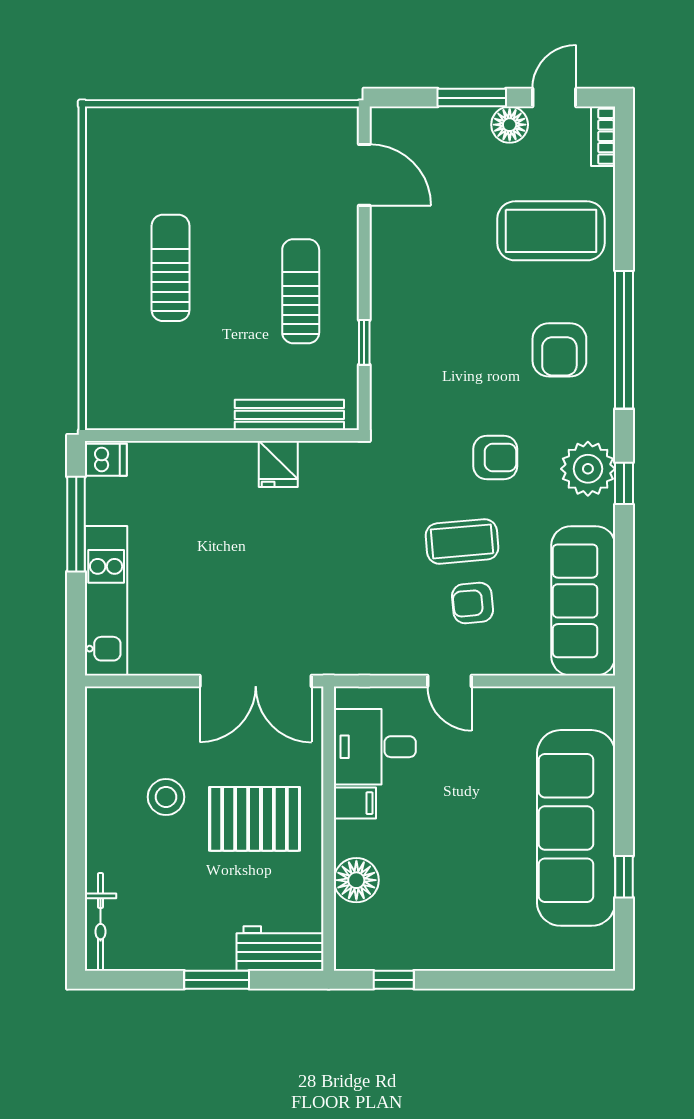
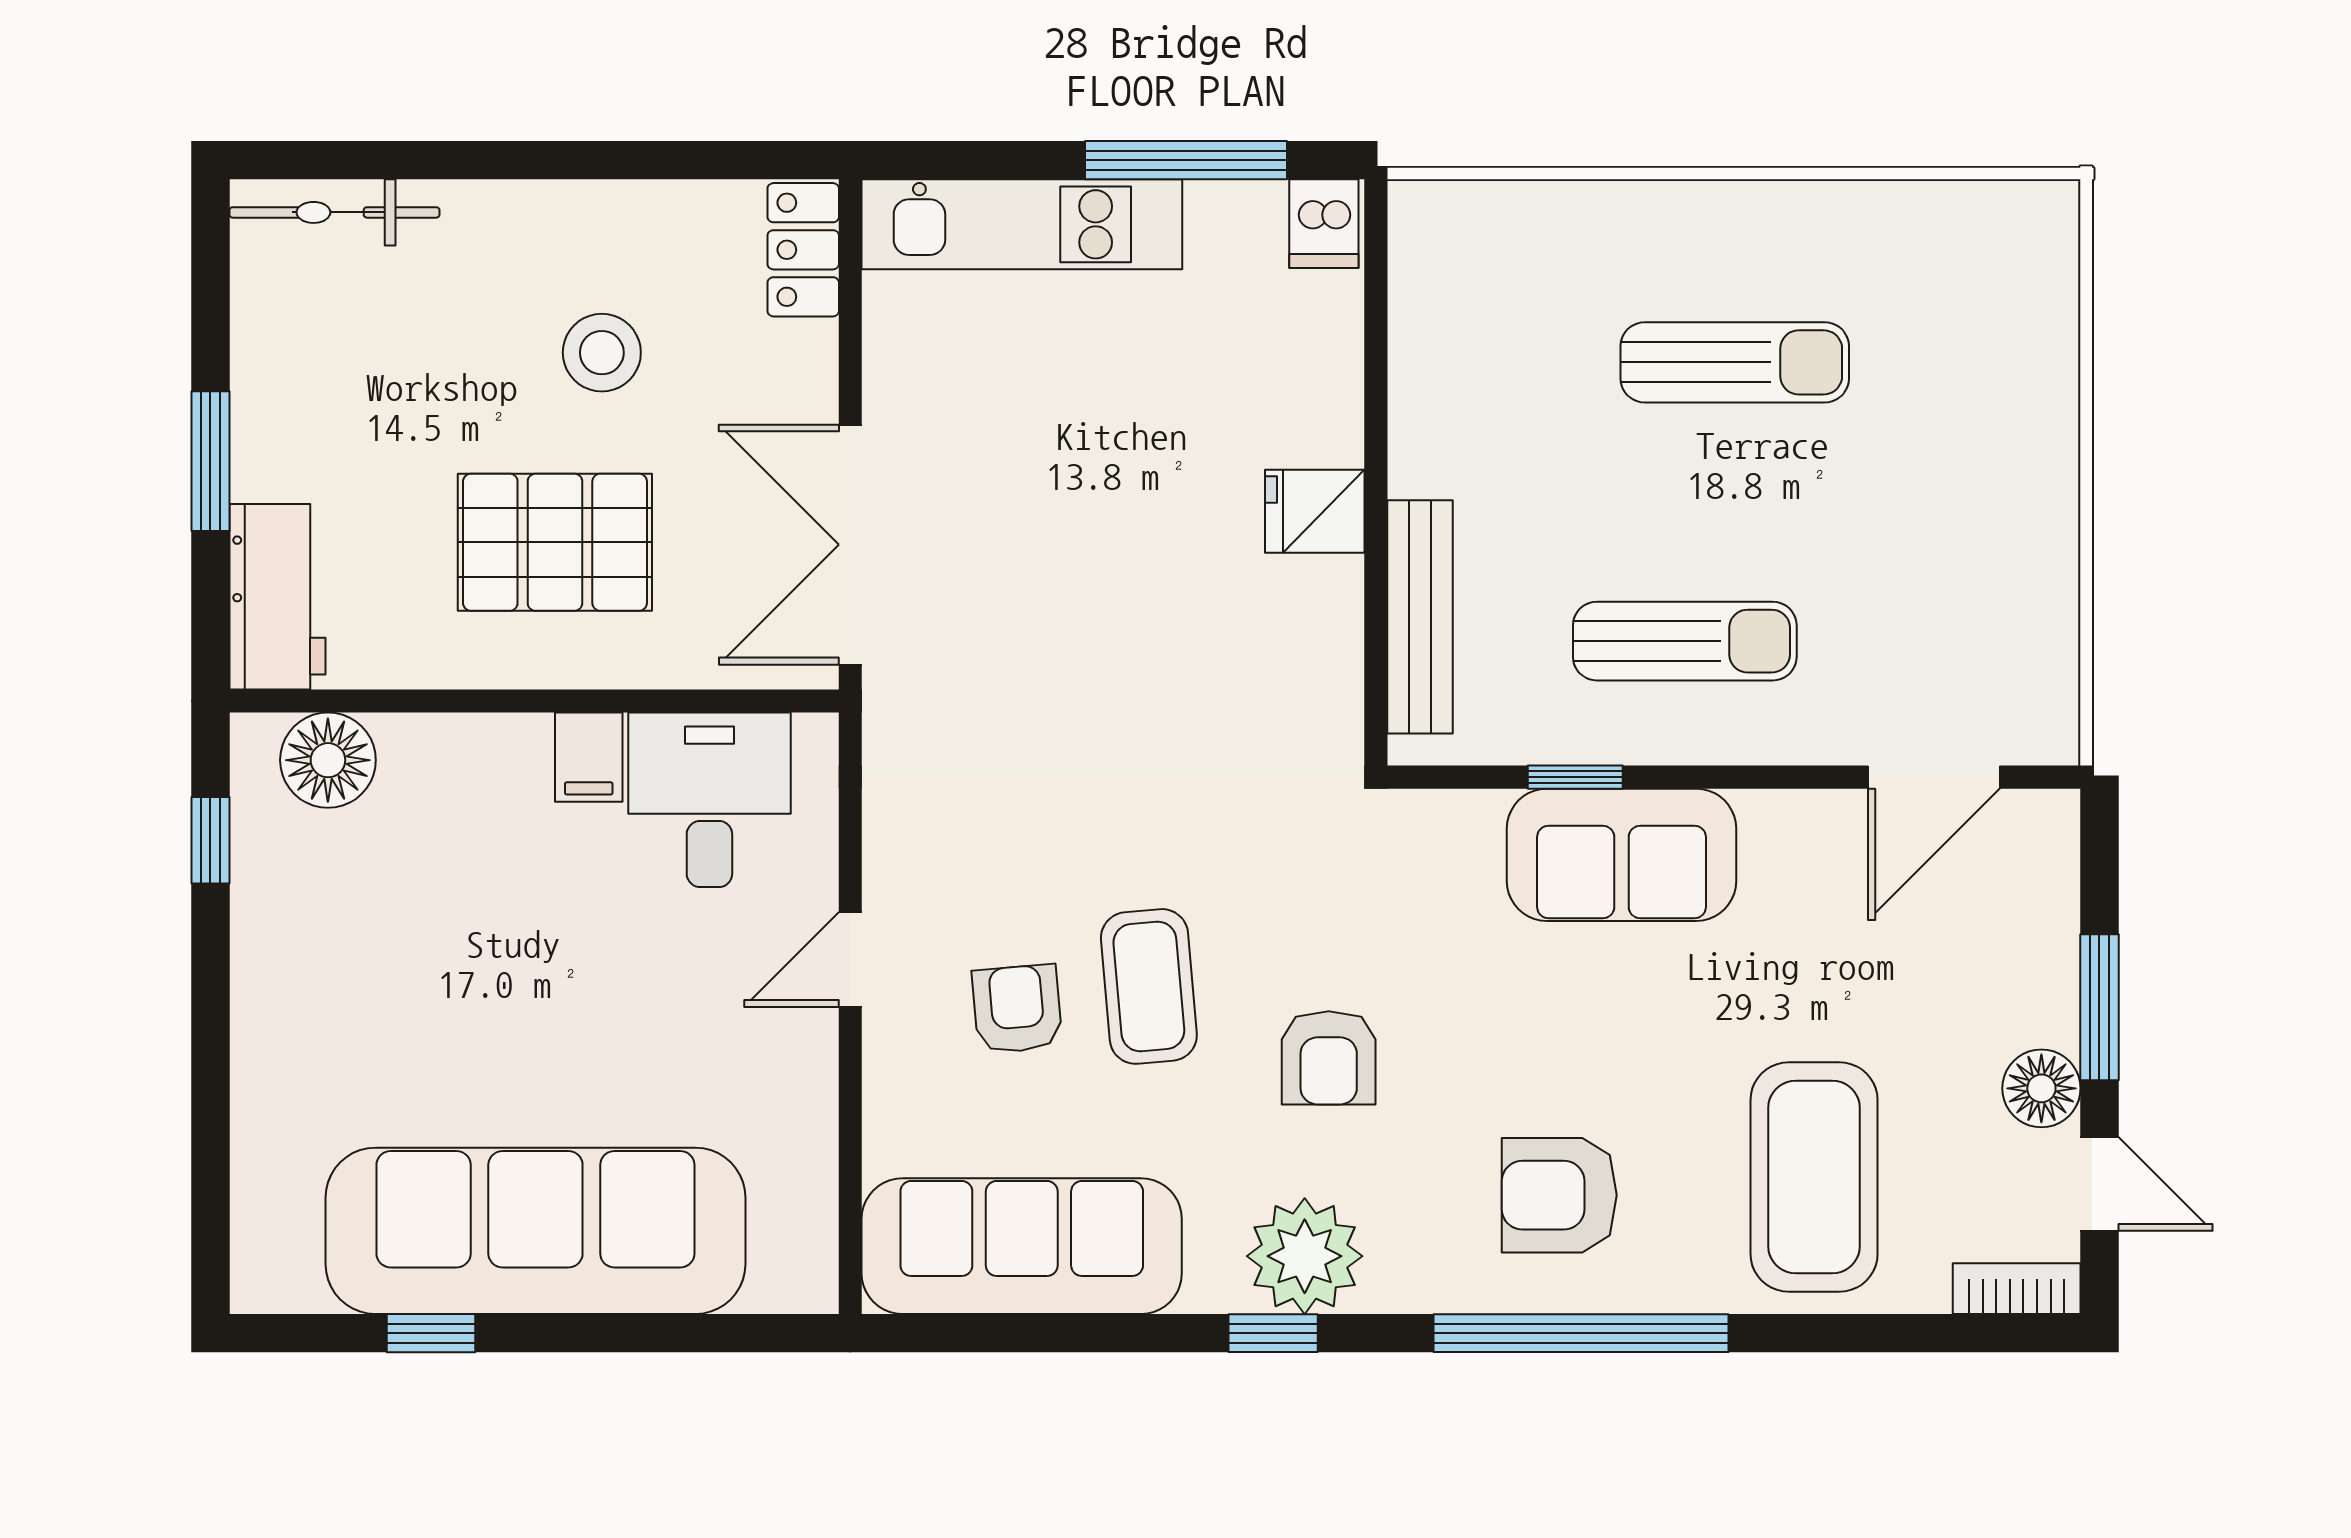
sofa: (400, 321) -> (1622, 855), added
fridge: (278, 464) -> (1315, 511), moved
locker: (118, 703) -> (803, 250), added
pallet: (255, 819) -> (555, 542), turned 90
floor lamp: (356, 880) -> (328, 760), moved

